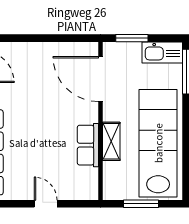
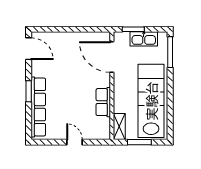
kitchen sink: (162, 52) -> (144, 39), moved
shelving: (111, 141) -> (119, 126), moved

